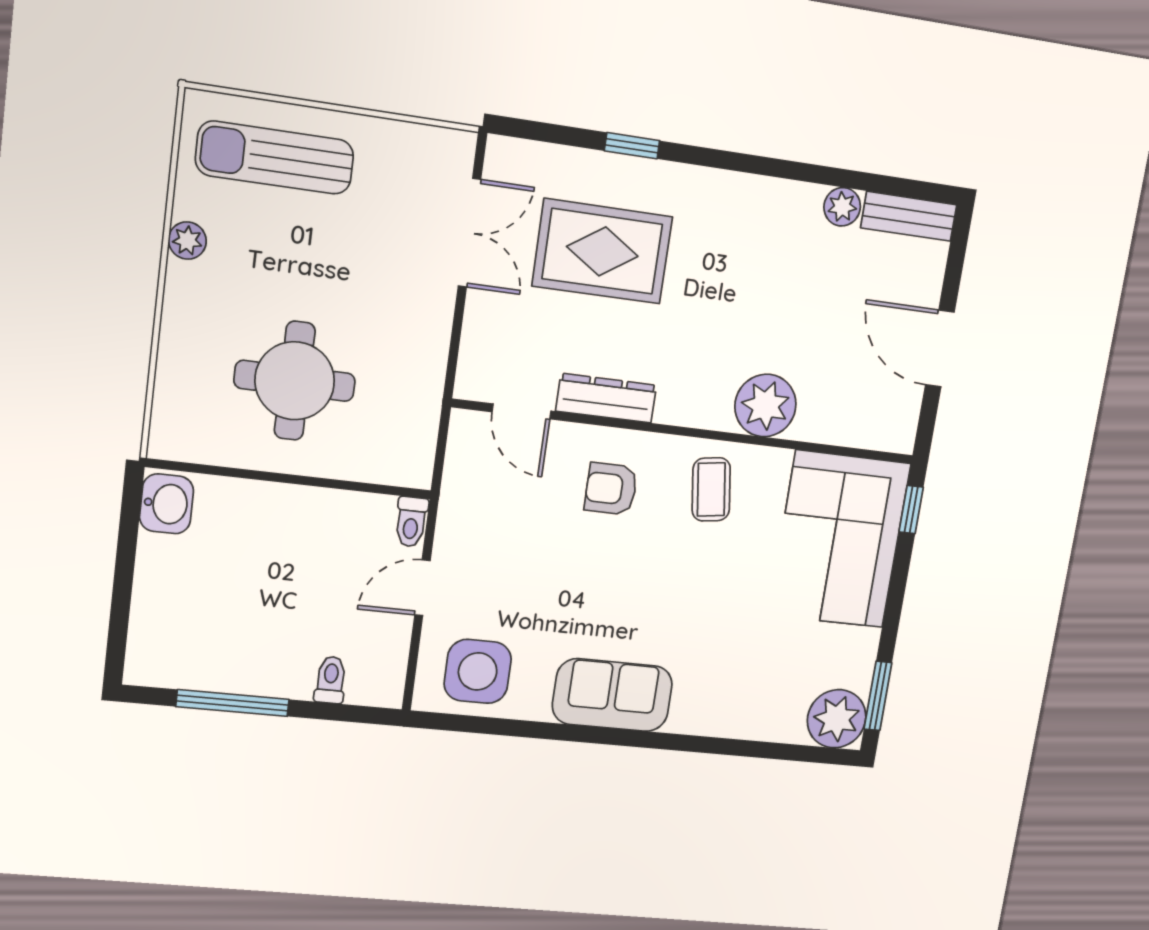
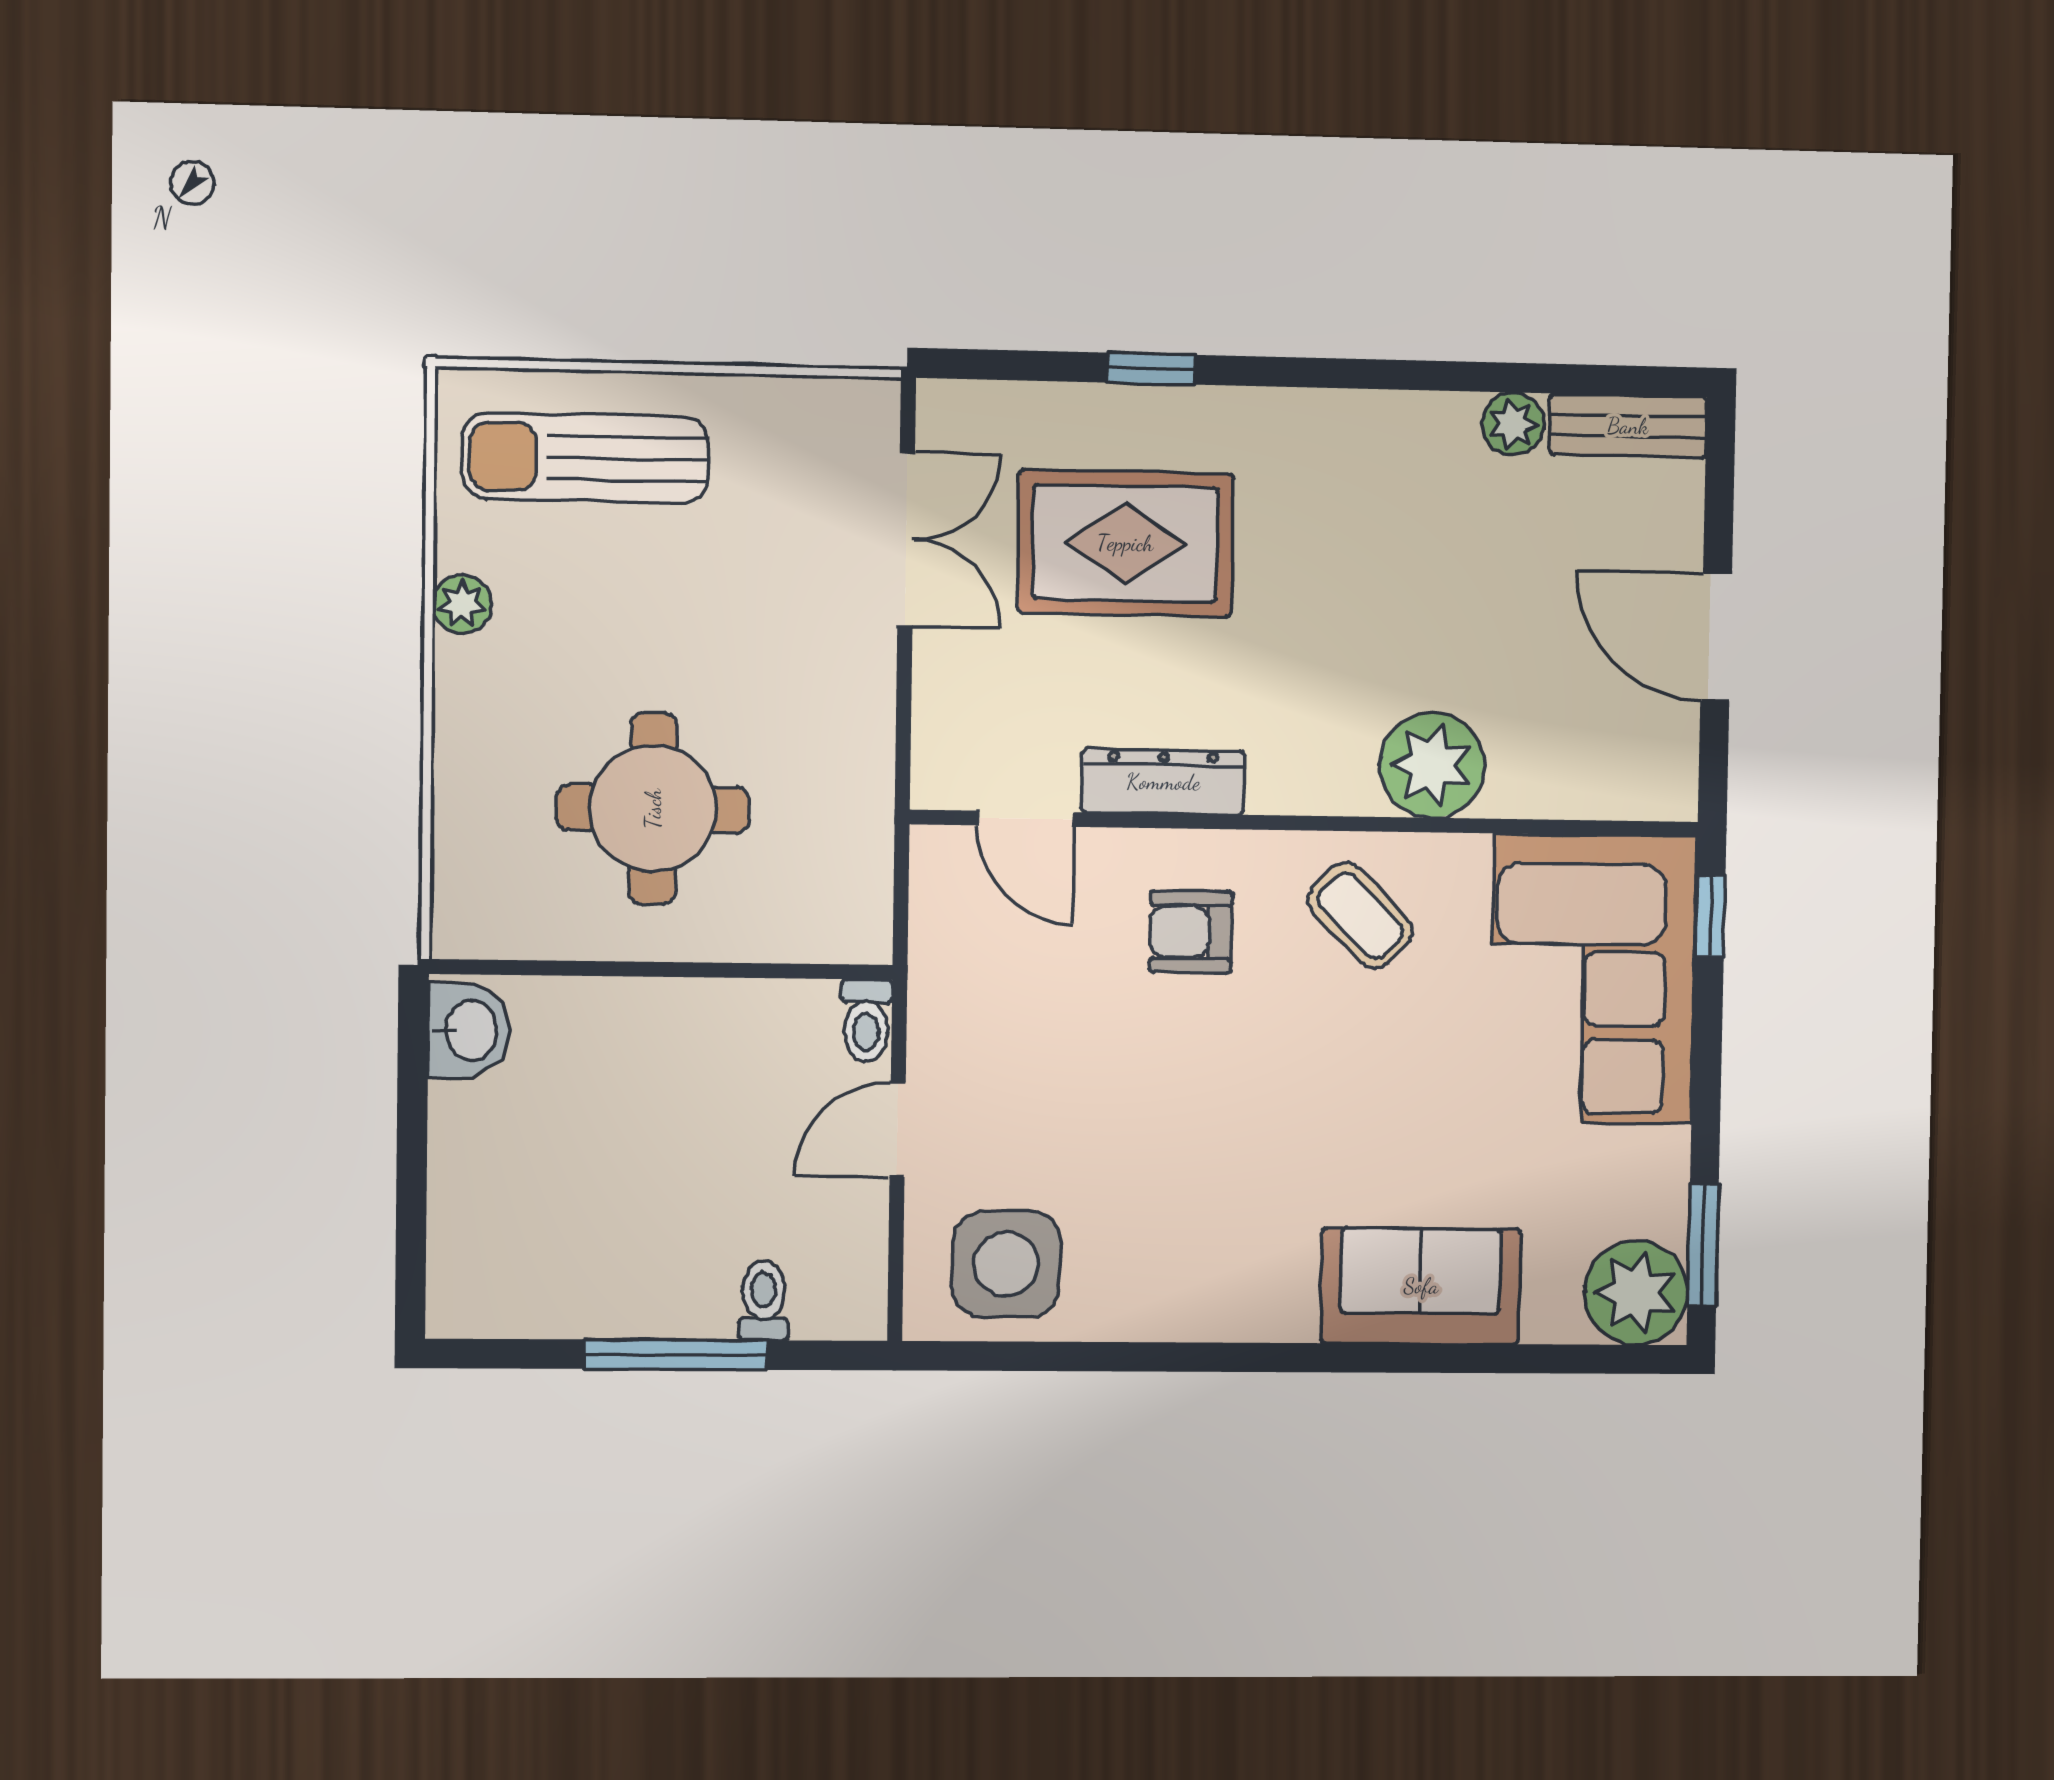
coffee table: (711, 489) -> (1360, 916), turned -37
sofa: (612, 695) -> (1421, 1286), moved
window: (233, 703) -> (676, 1355), moved

